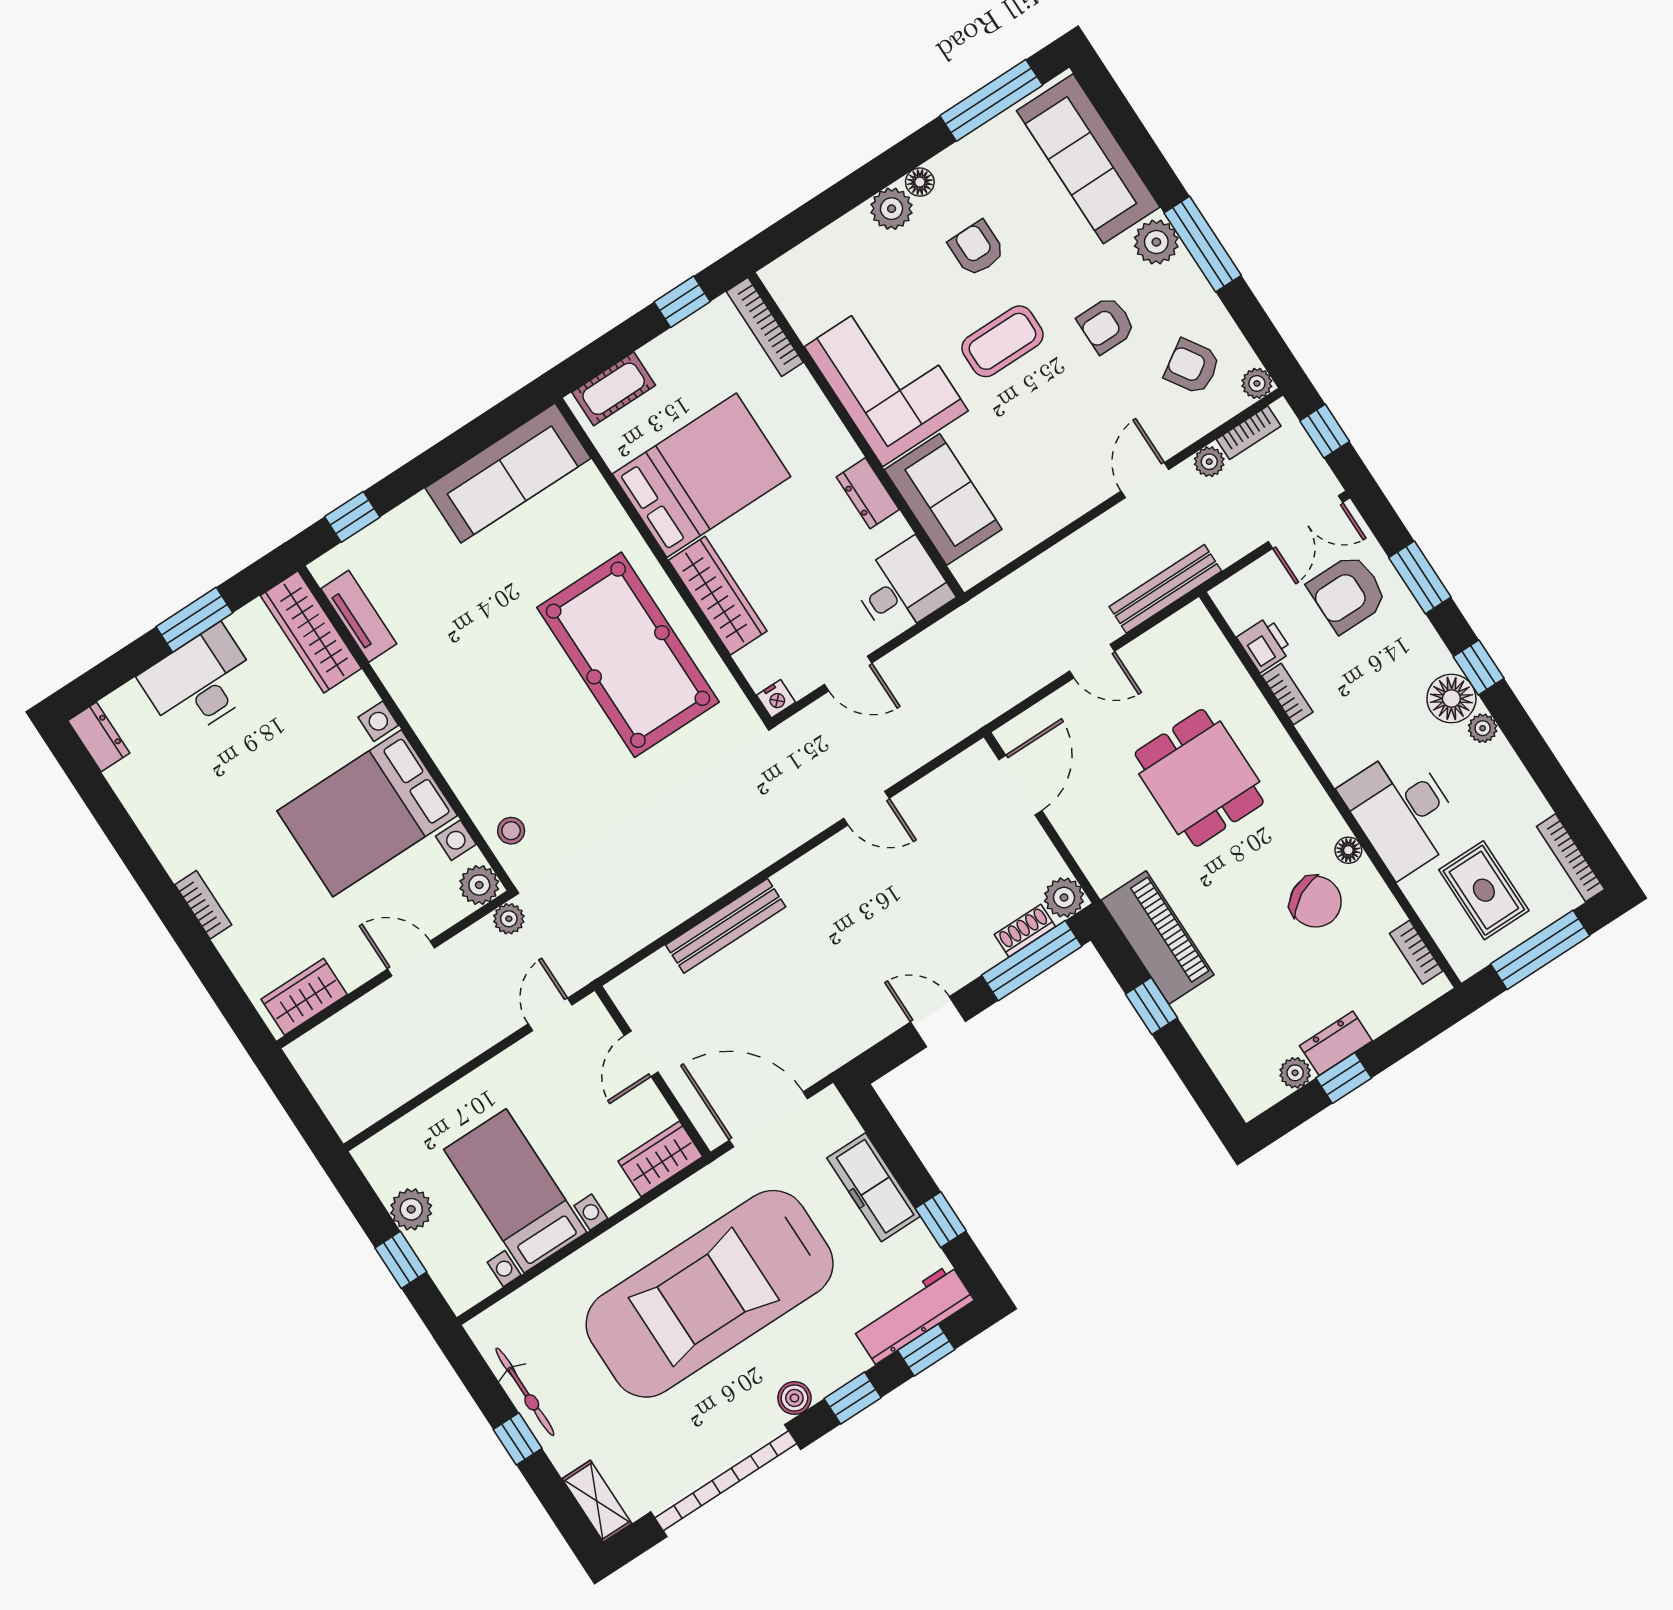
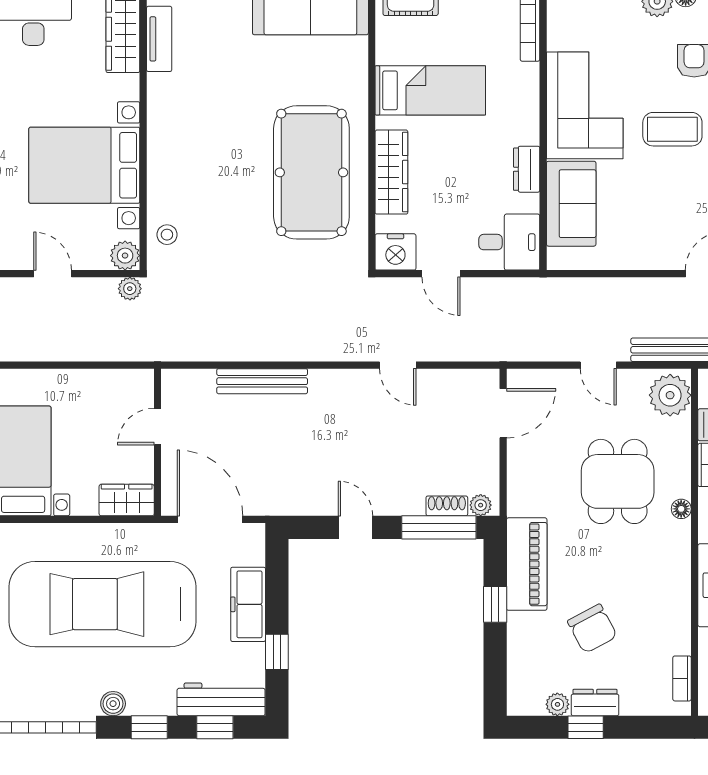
bed: (702, 475) -> (430, 90), width x0.67
plant: (1195, 642) -> (670, 395), added
nightstand: (776, 699) -> (395, 252), width x1.89, depth x1.79
floor lamp: (1348, 850) -> (681, 509), moved
plant: (1064, 898) -> (481, 505), width x0.73, depth x0.73
chair: (1316, 902) -> (592, 629), moved
door: (550, 1014) -> (117, 365), removed

